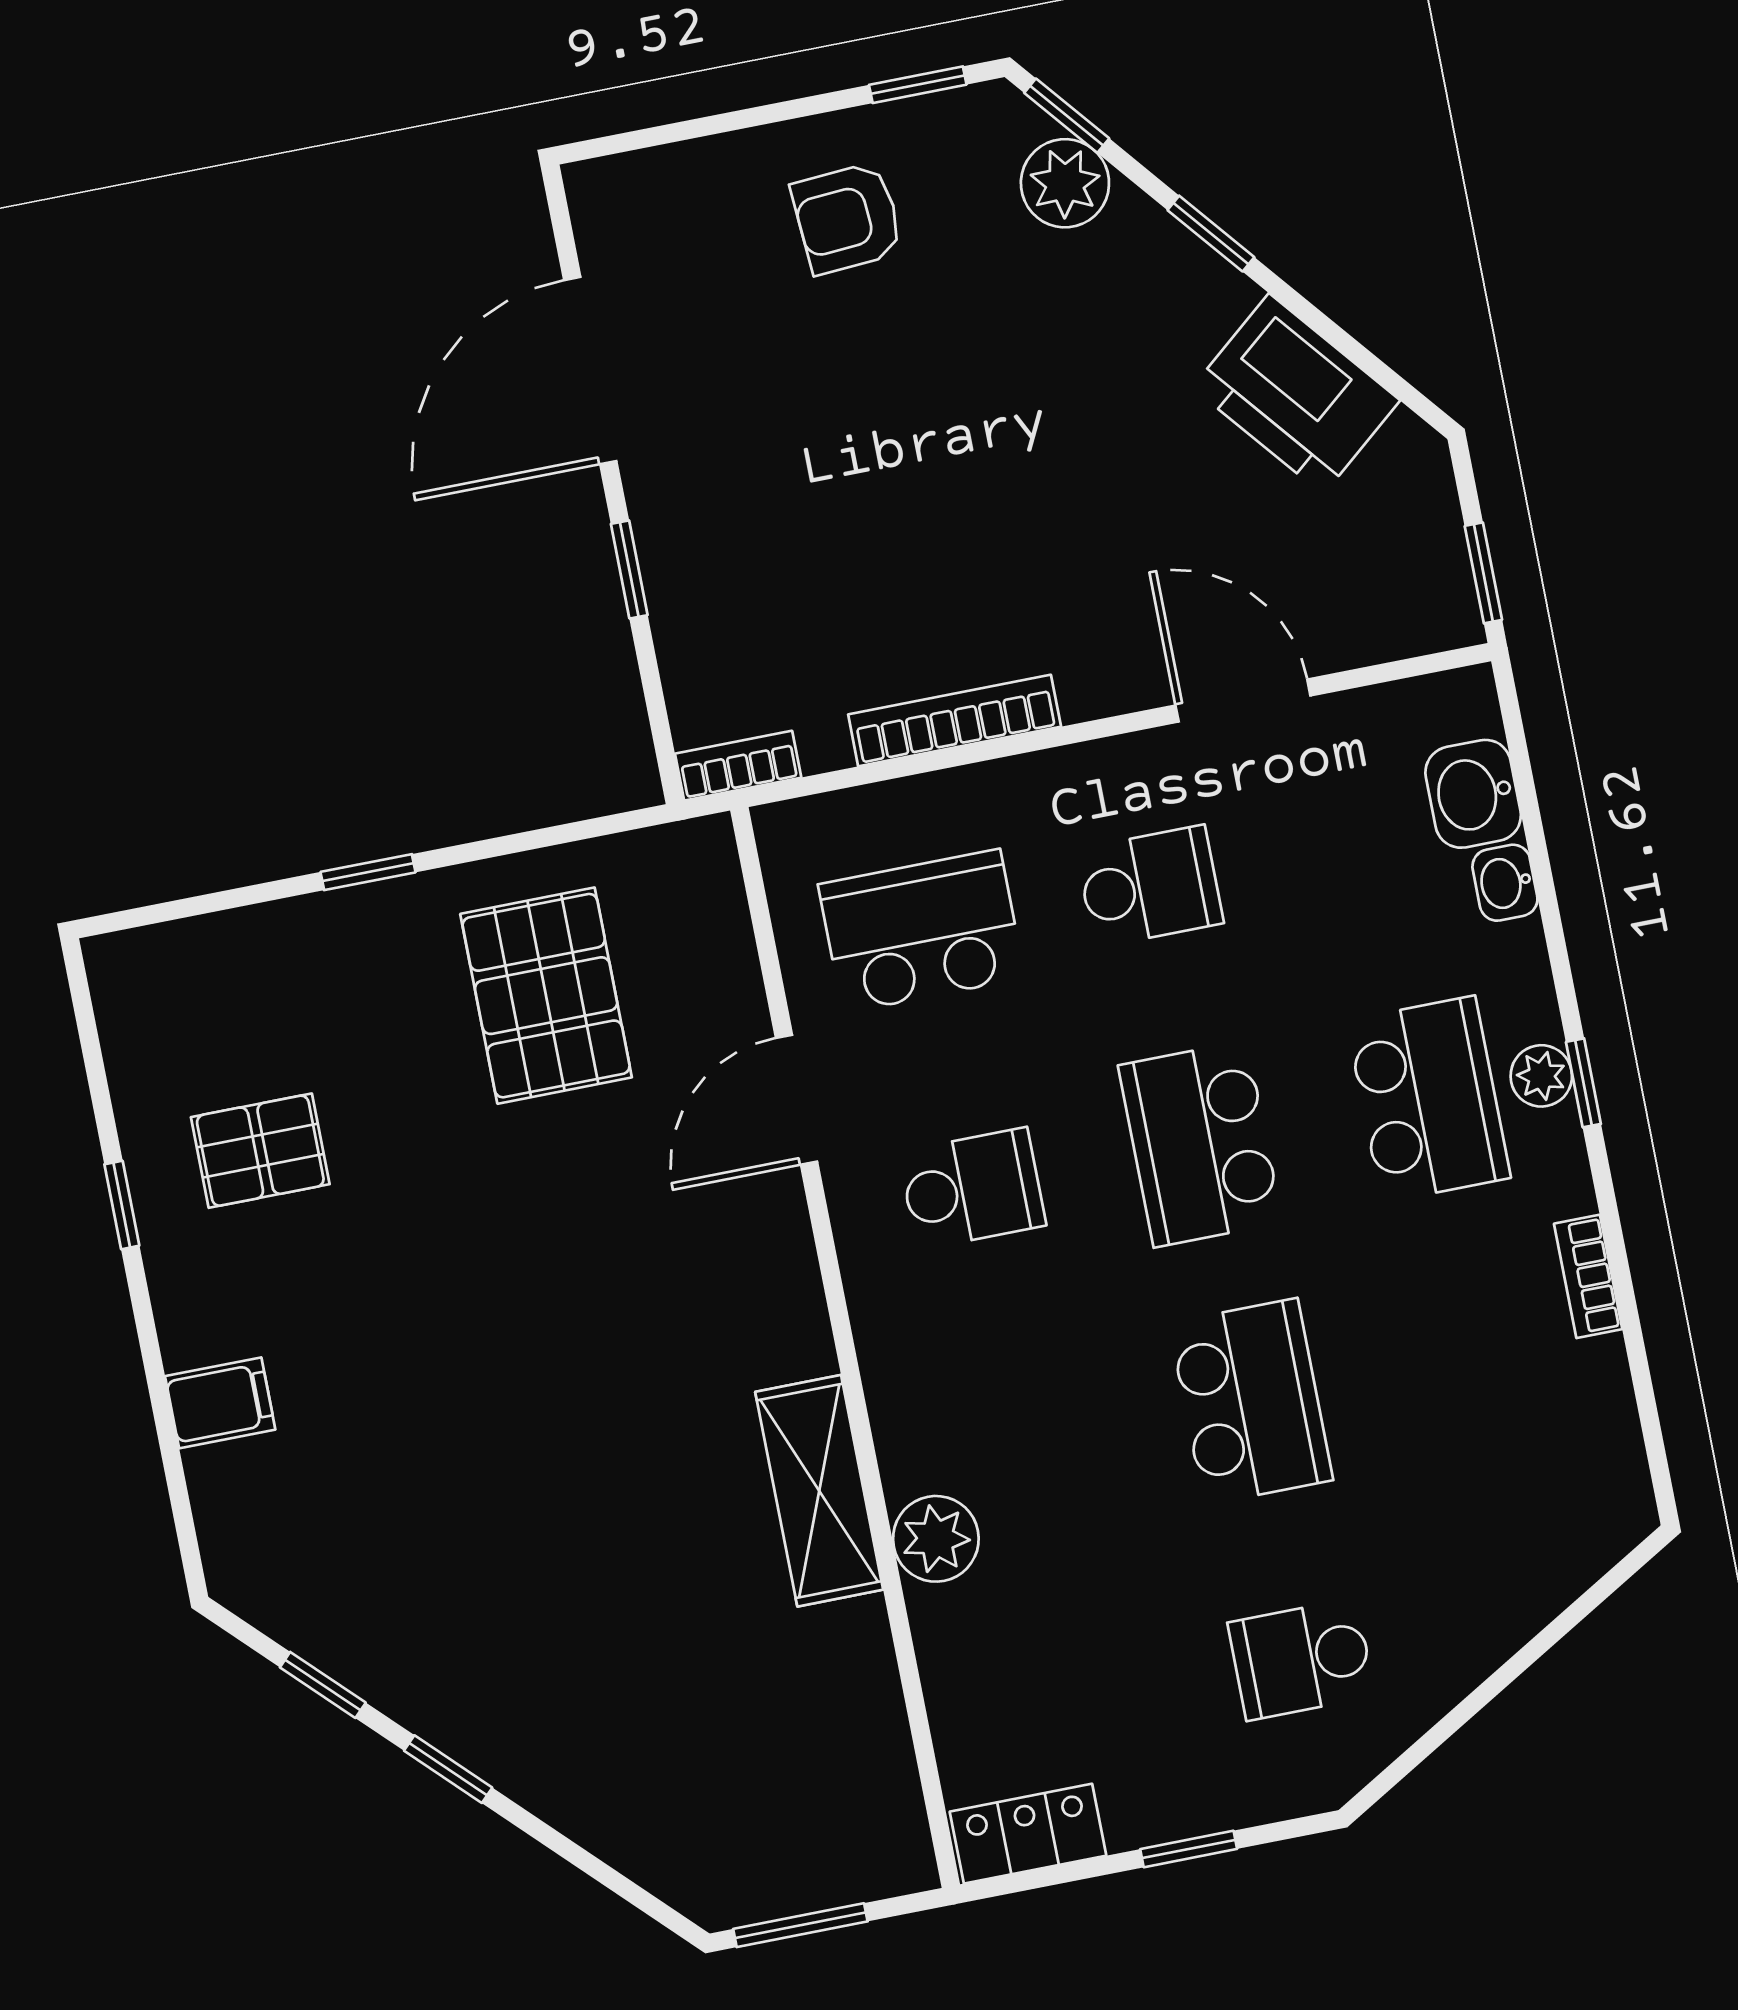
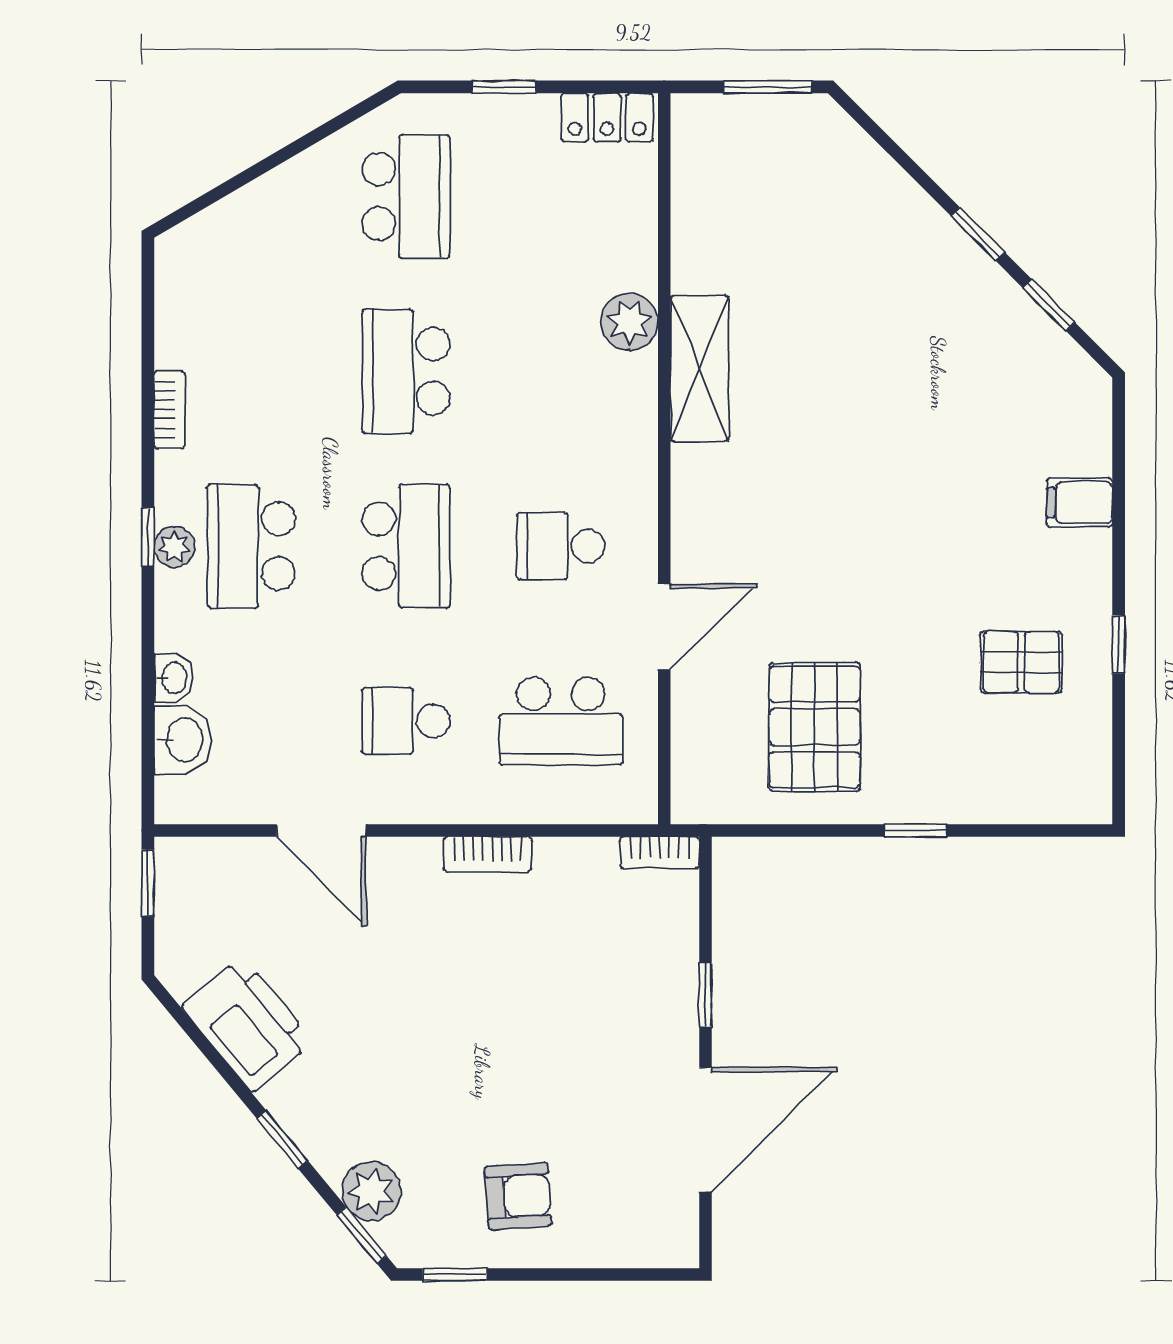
bookcase: (955, 721) -> (488, 854), width x0.64
school desk: (1301, 1659) -> (406, 196), width x1.85

